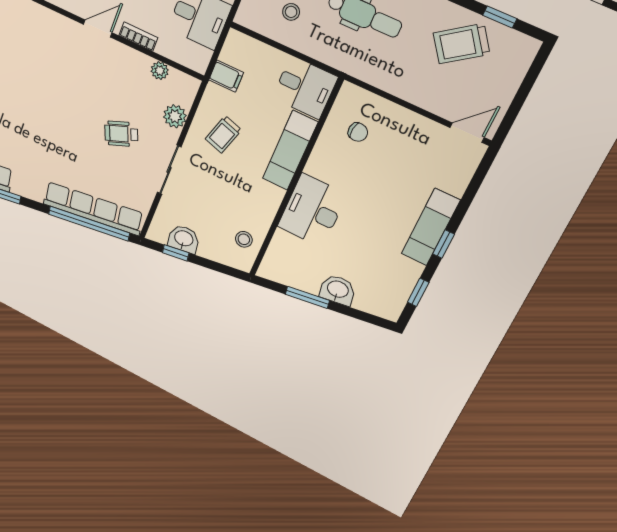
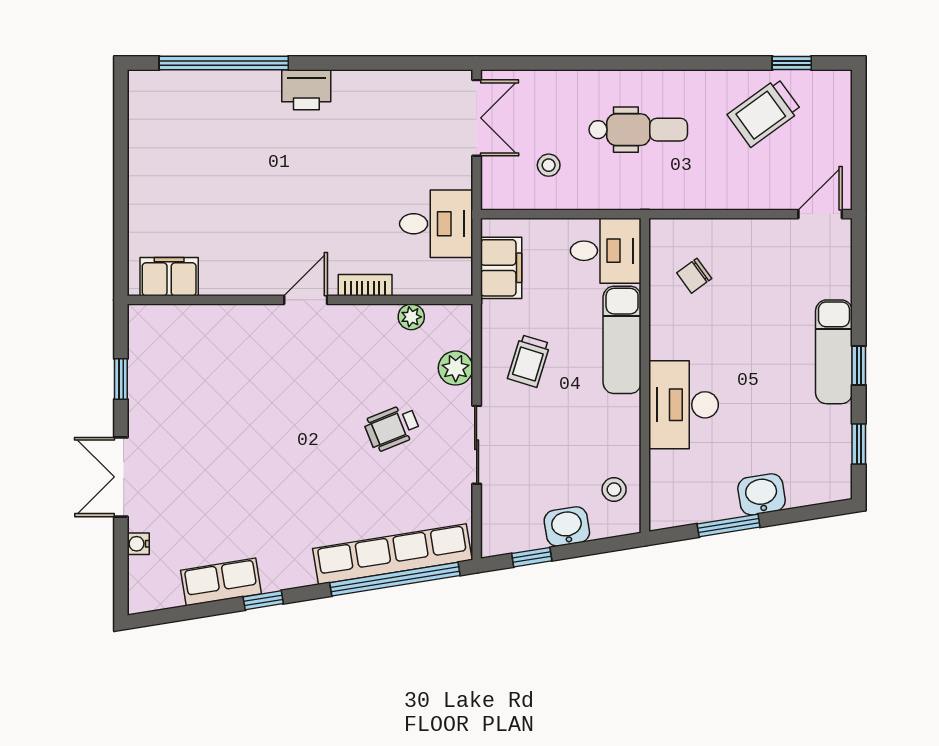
filing cabinet: (226, 76) -> (501, 268), width x2.00
chair: (358, 132) -> (694, 276), turned 137
washbasin: (184, 239) -> (567, 526), moved

